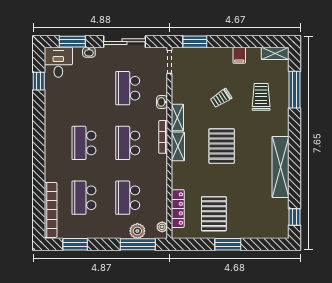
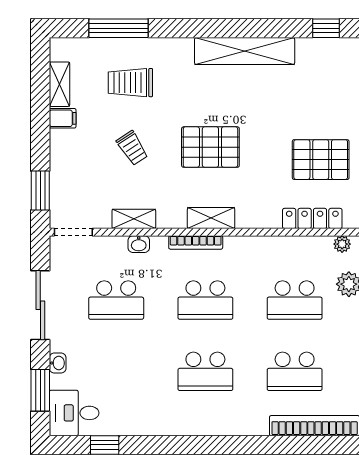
shelving: (275, 53) -> (59, 84), moved
shelving: (177, 117) -> (134, 219), moved

